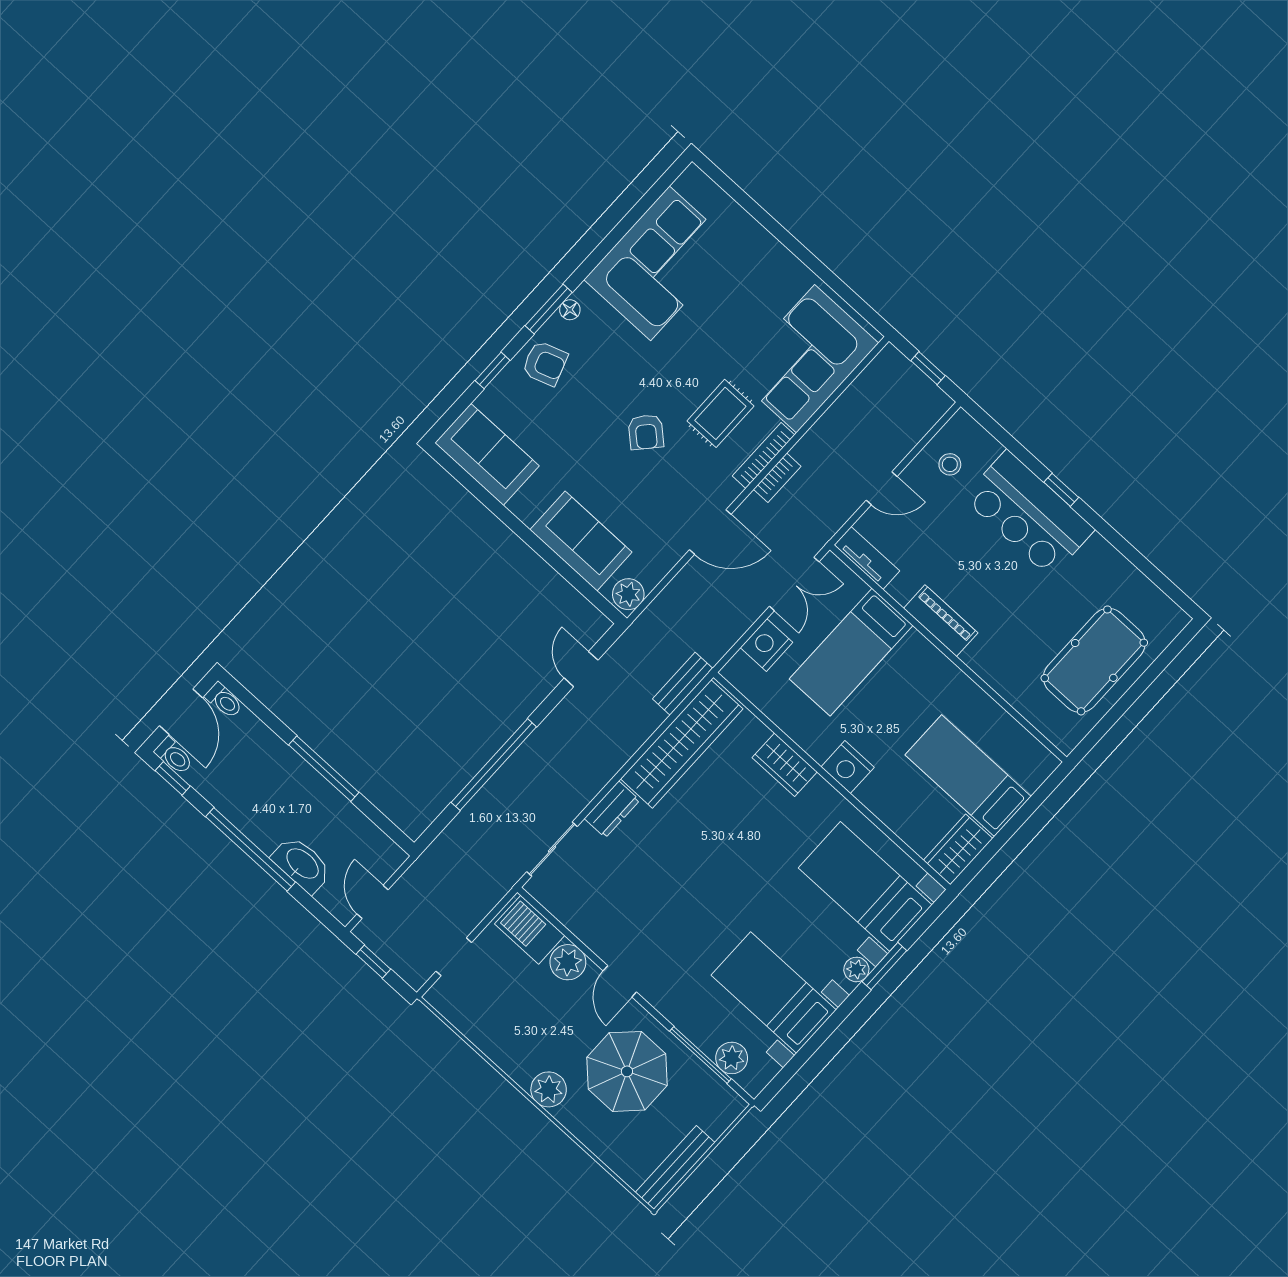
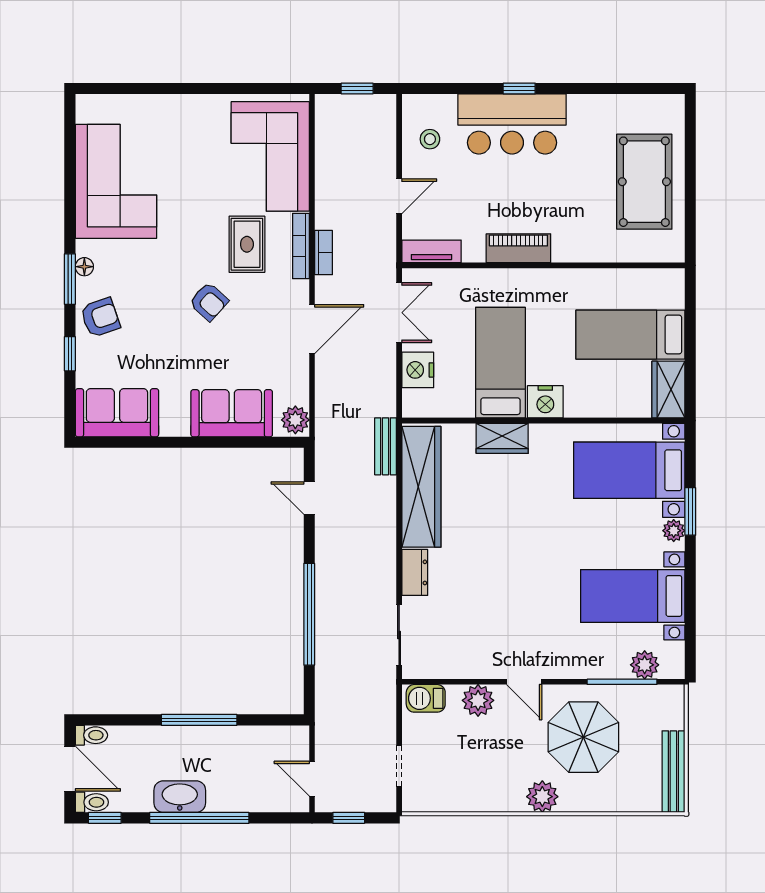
bed: (851, 652) -> (500, 363), moved, turned 180
washbasin: (302, 864) -> (180, 797), moved
barbecue: (530, 930) -> (426, 698), width x0.73, depth x0.79

